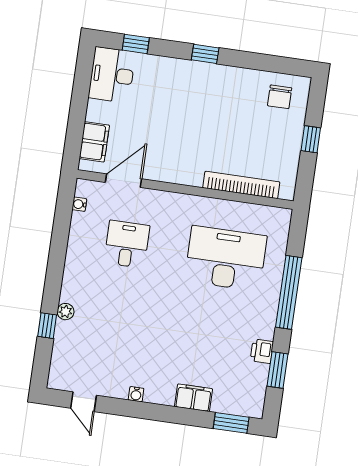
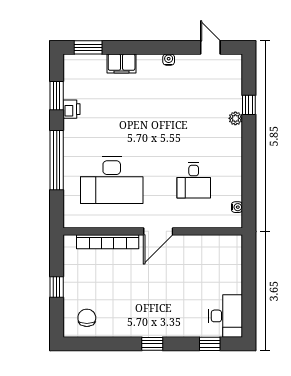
filing cabinet: (94, 142) -> (232, 260), removed
door: (123, 181) -> (158, 231), moved

